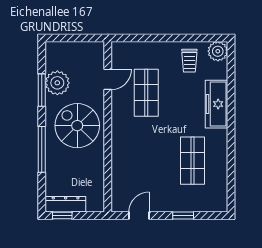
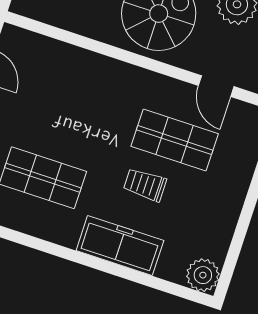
trolley: (189, 61) -> (145, 185), moved

